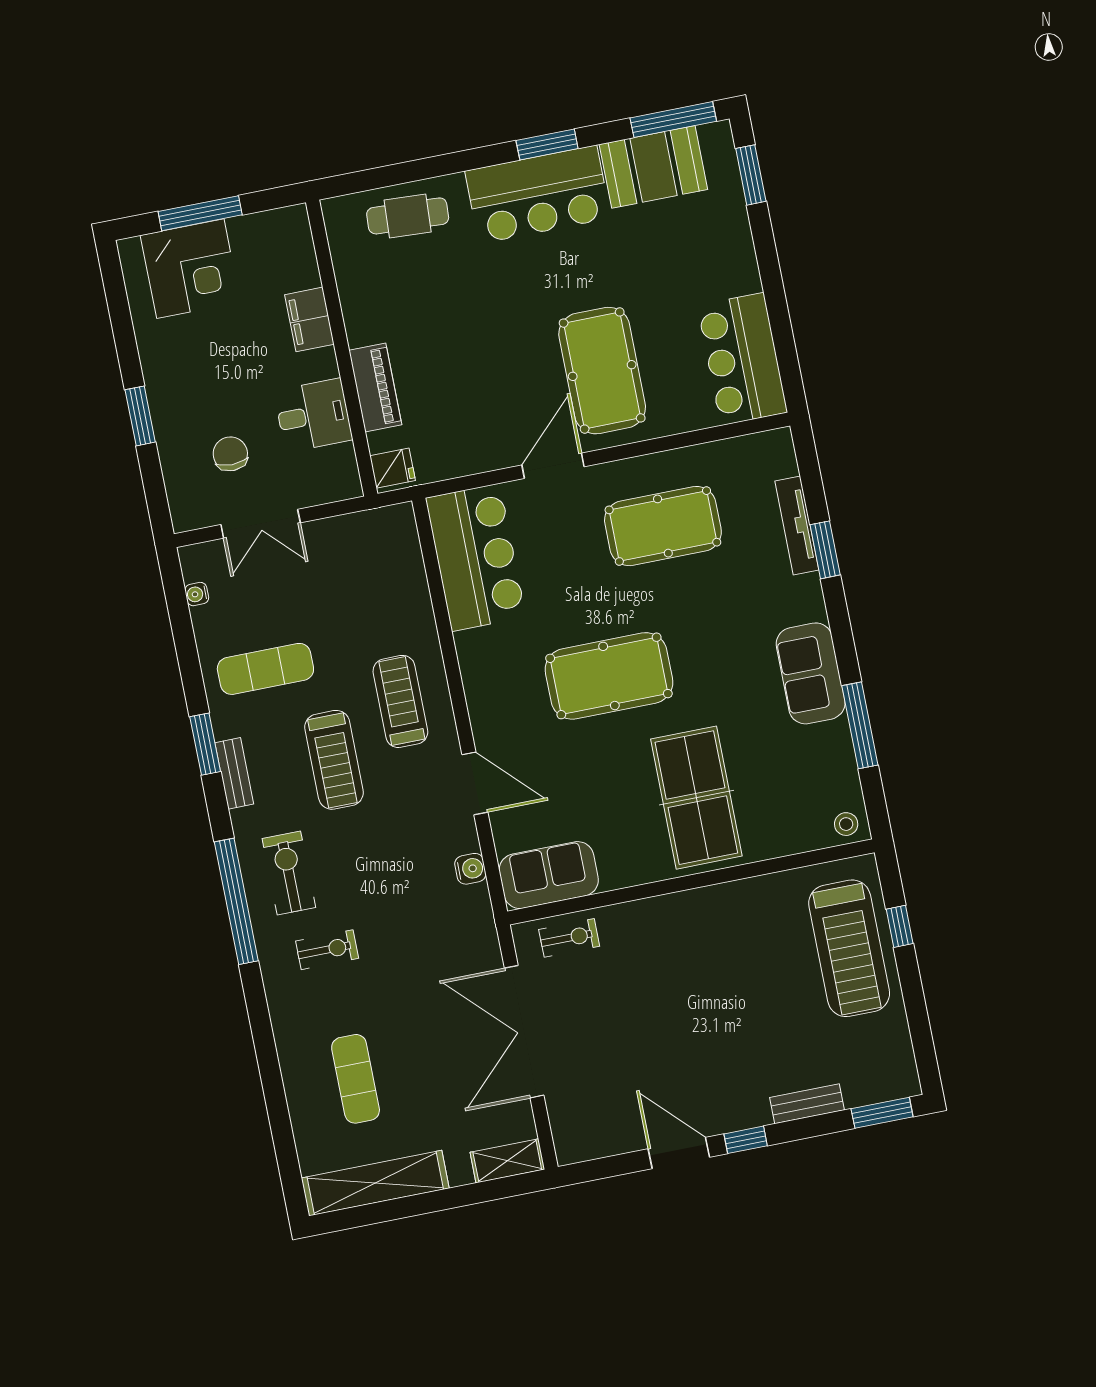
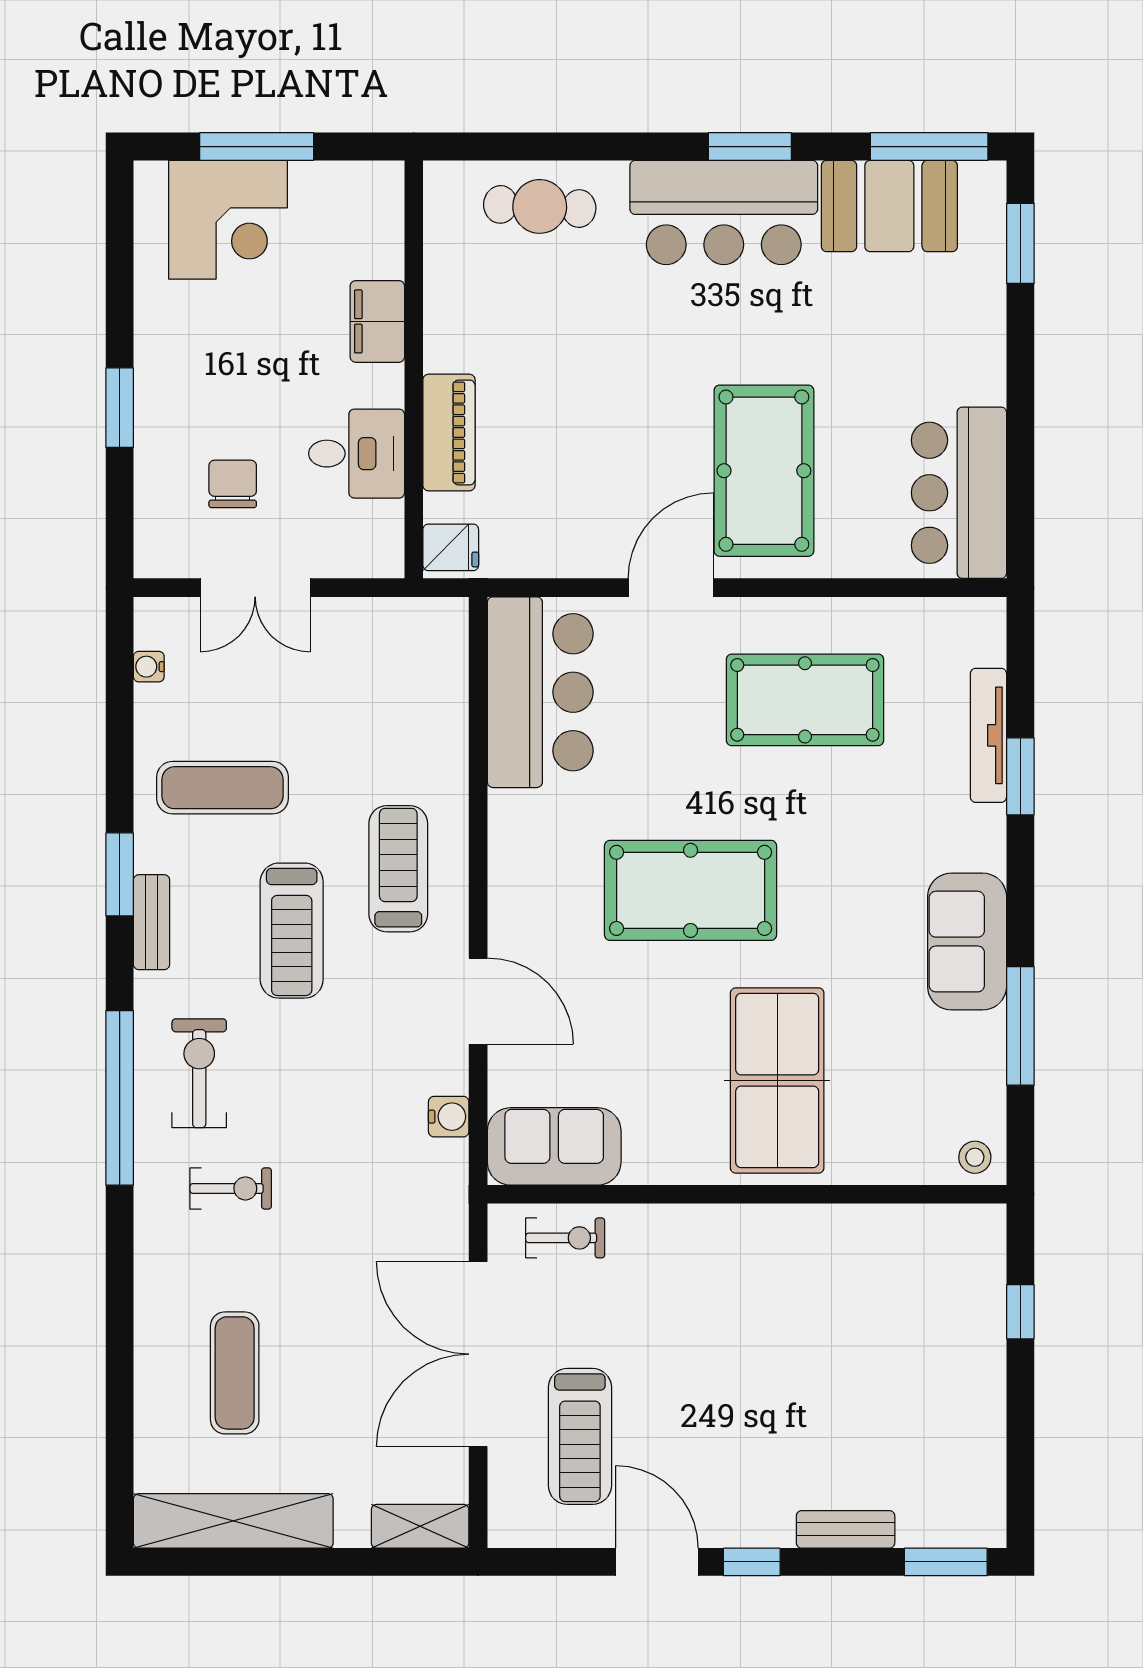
treadmill: (849, 948) -> (580, 1436), moved, width x0.73, depth x0.73

